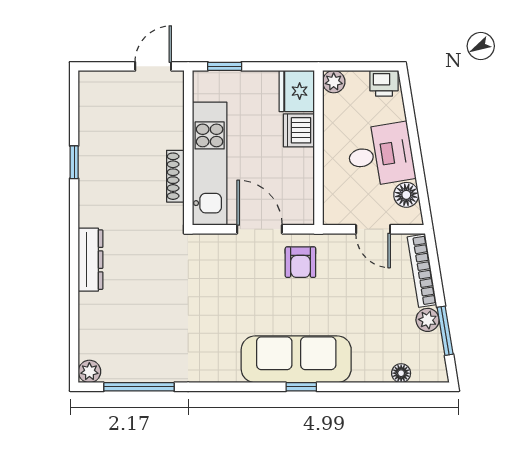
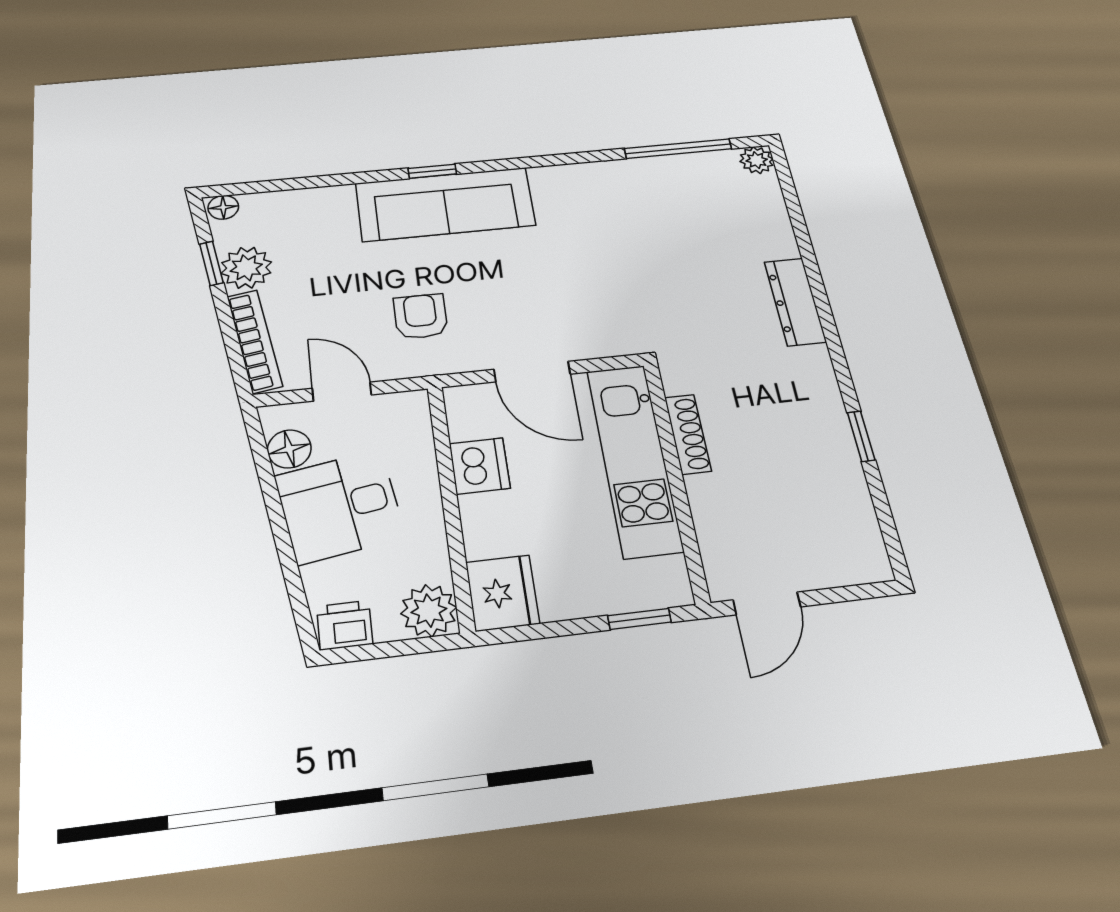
plant: (334, 82) -> (429, 611), width x1.38, depth x1.38
dishwasher: (299, 130) -> (480, 466), moved
armchair: (300, 262) -> (421, 316), moved
plant: (428, 320) -> (246, 268), width x1.38, depth x1.38
window: (445, 331) -> (211, 263), width x0.67
floor lamp: (401, 373) -> (223, 207), moved

